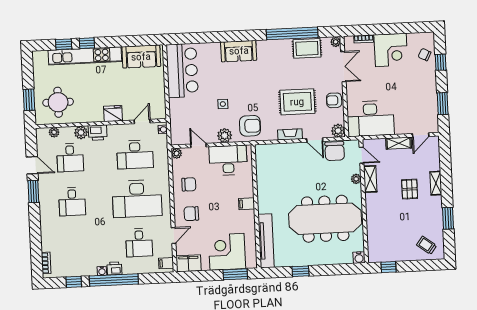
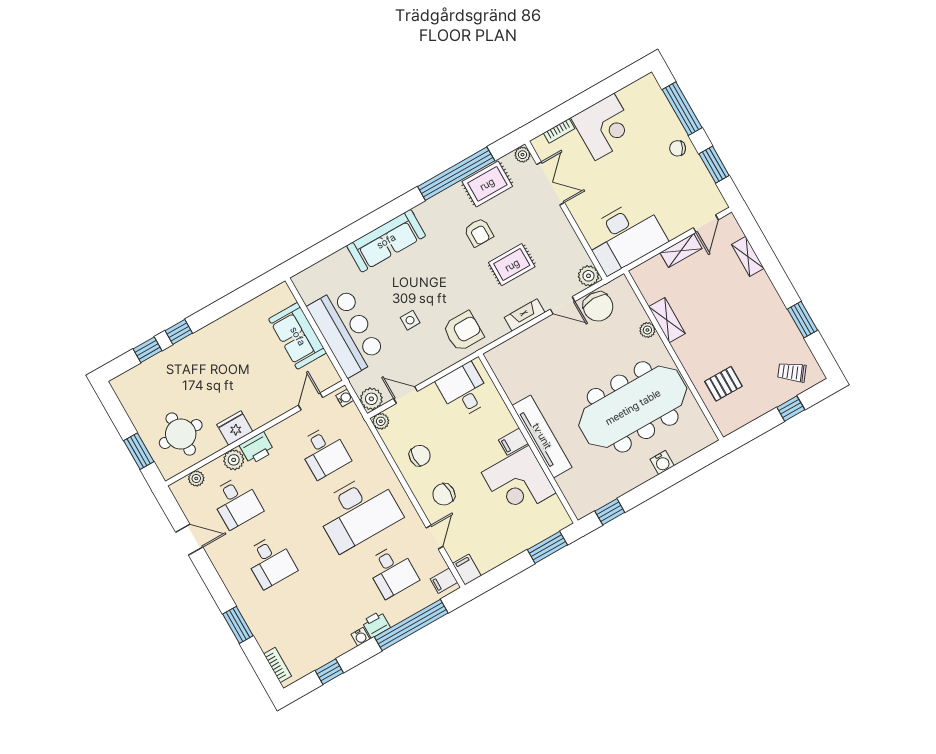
sofa: (239, 51) -> (386, 241), width x1.36
chair: (425, 55) -> (678, 148), moved
kitchen unit: (85, 56) -> (185, 351), removed
sofa: (141, 57) -> (298, 336), moved, turned 90
window: (441, 62) -> (682, 109), width x2.17
bar counter: (182, 70) -> (347, 331), moved
armchair: (334, 100) -> (479, 232), moved, turned -90
rug: (297, 102) -> (512, 265), width x0.73, depth x0.70
fridge: (113, 114) -> (235, 428), moved
plant: (225, 136) -> (371, 399), moved
desk: (135, 154) -> (324, 452), width x0.73
door: (361, 155) -> (638, 293), removed
desk: (228, 160) -> (464, 390), width x0.73
shelving: (436, 183) -> (748, 256), moved
pallet: (410, 189) -> (723, 384), moved, turned 90
window: (33, 191) -> (238, 625), moved
tv unit: (266, 241) -> (542, 436), moved
corner desk: (227, 252) -> (519, 483), moved, turned -90
water cooler: (359, 258) -> (662, 462), moved
filing cabinet: (189, 263) -> (467, 570), width x0.50
window: (389, 267) -> (791, 408), moved
window: (301, 271) -> (610, 512), moved
window: (114, 280) -> (411, 625), moved

